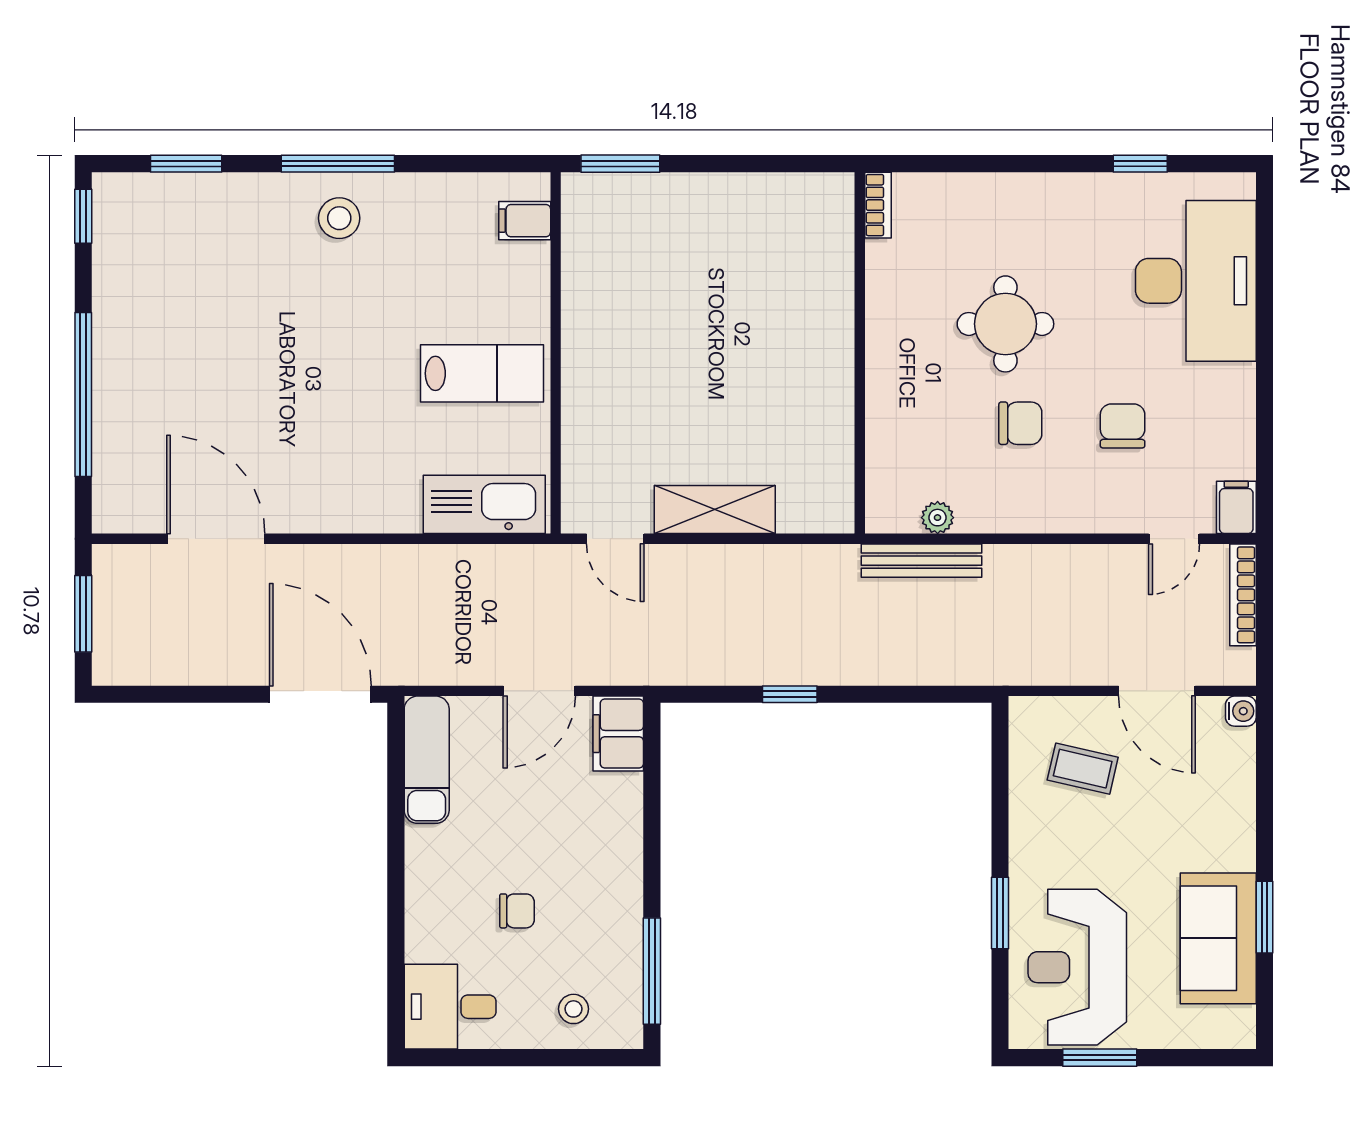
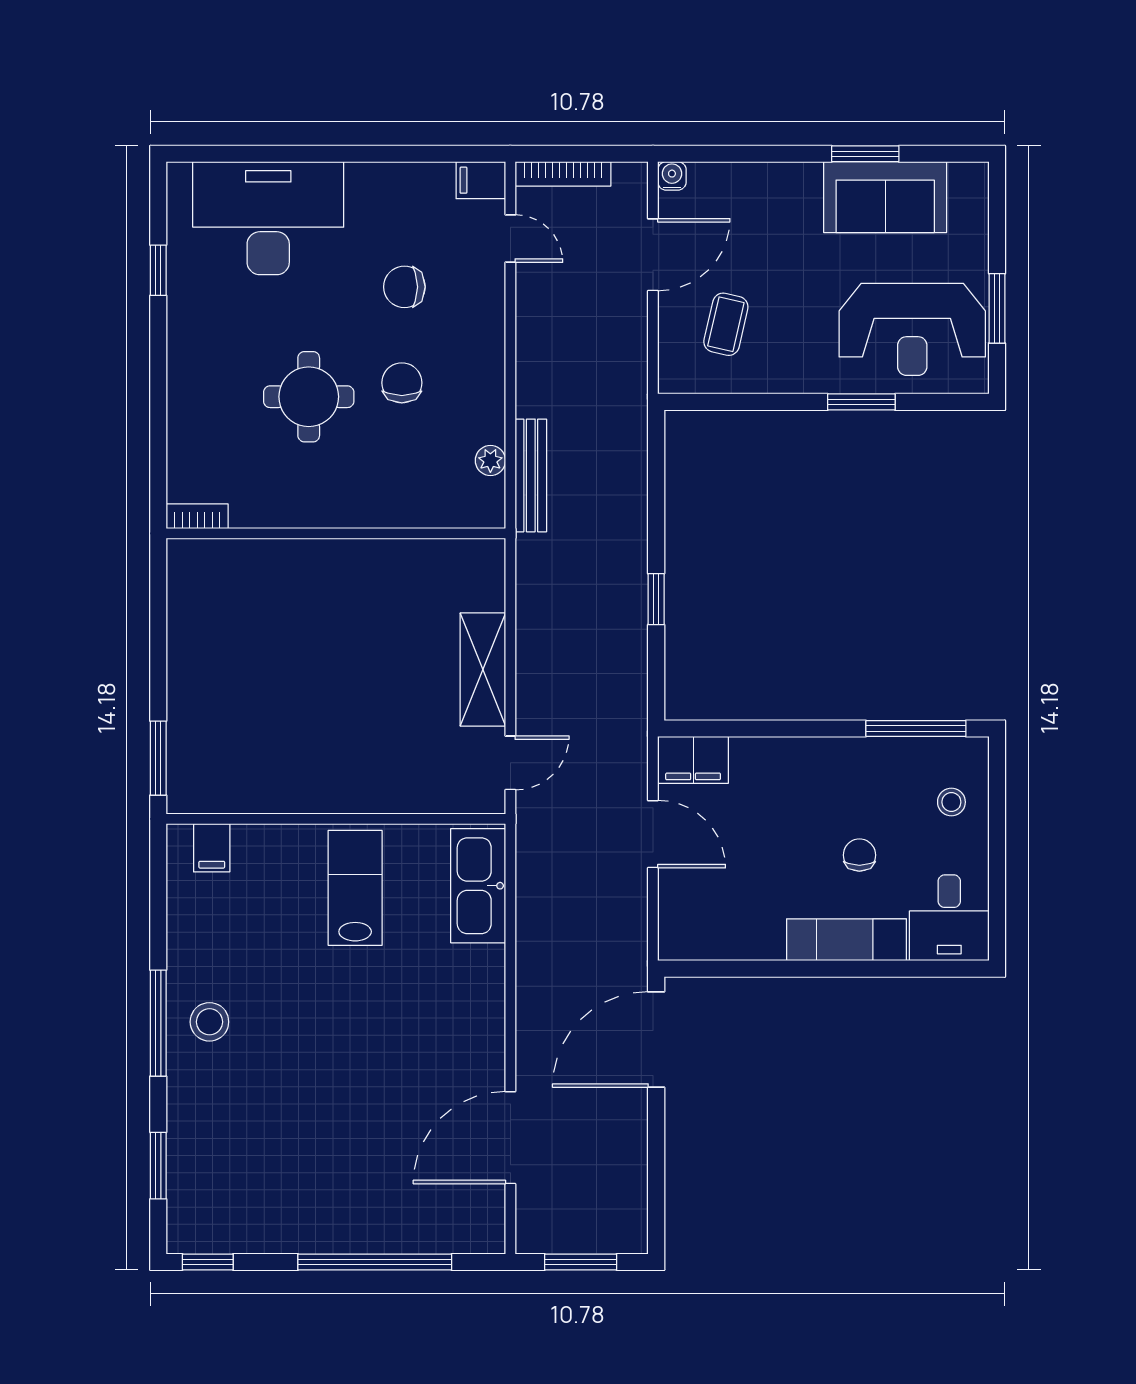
exam couch: (427, 760) -> (846, 940), moved

